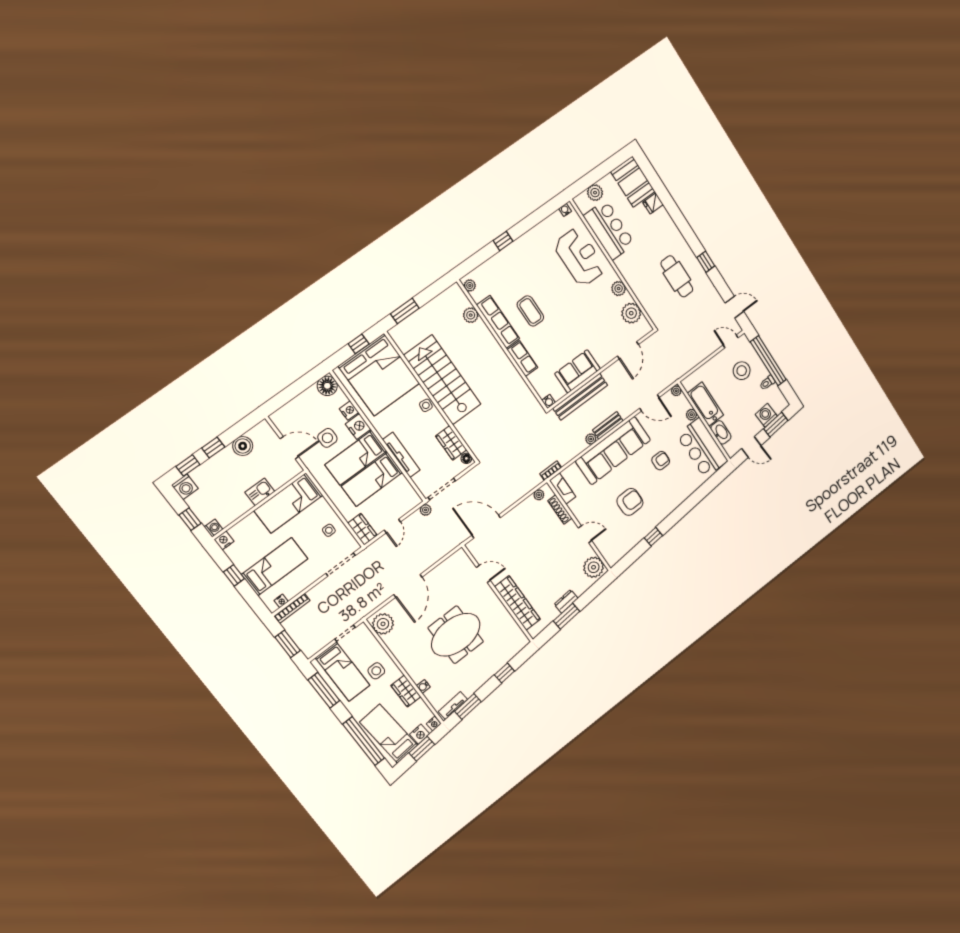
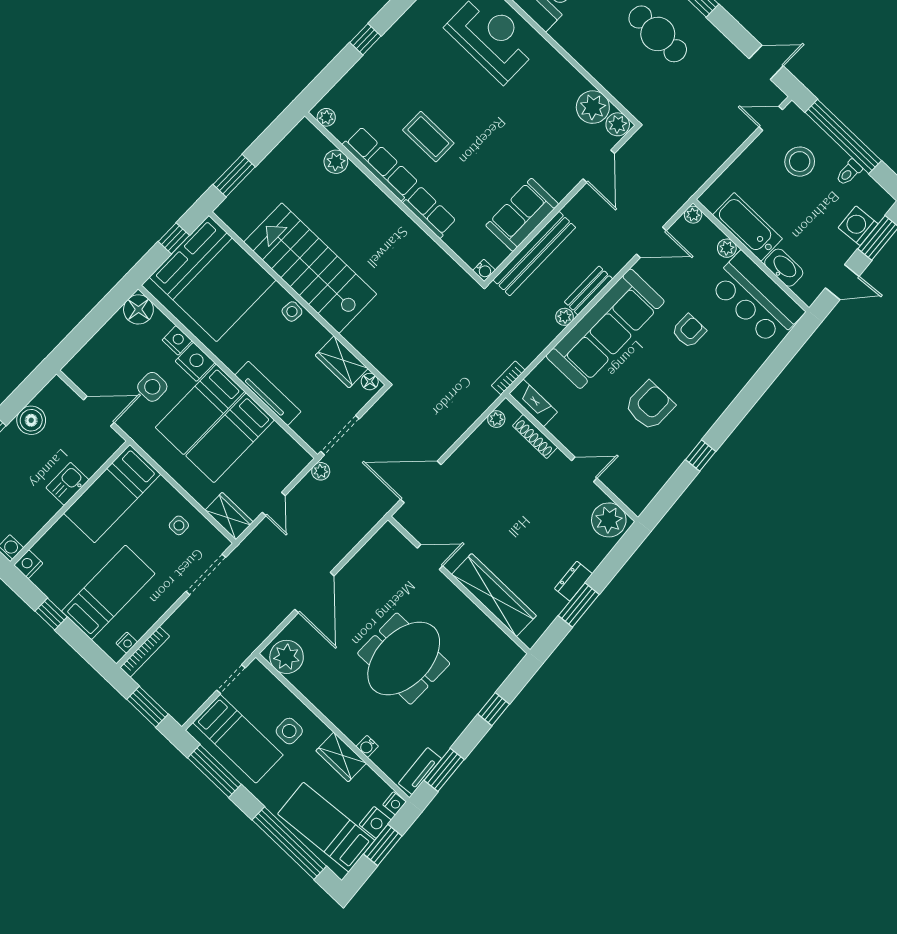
plant: (619, 289) -> (618, 124), moved

